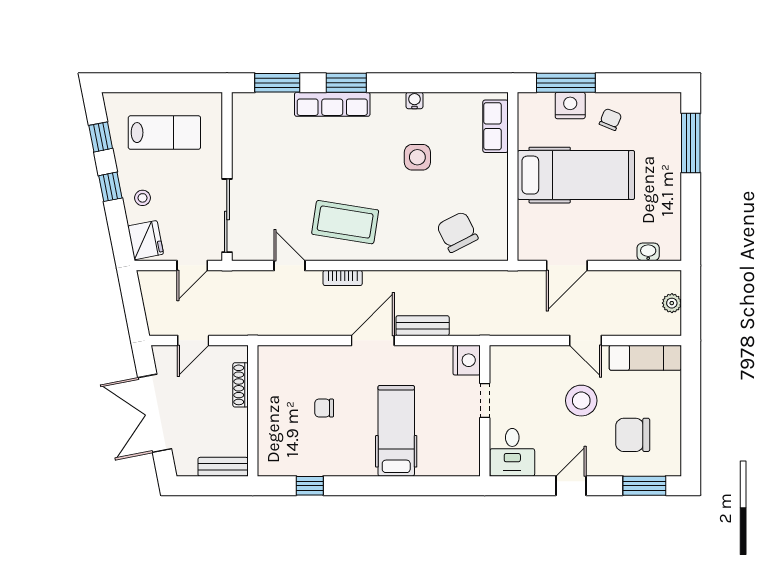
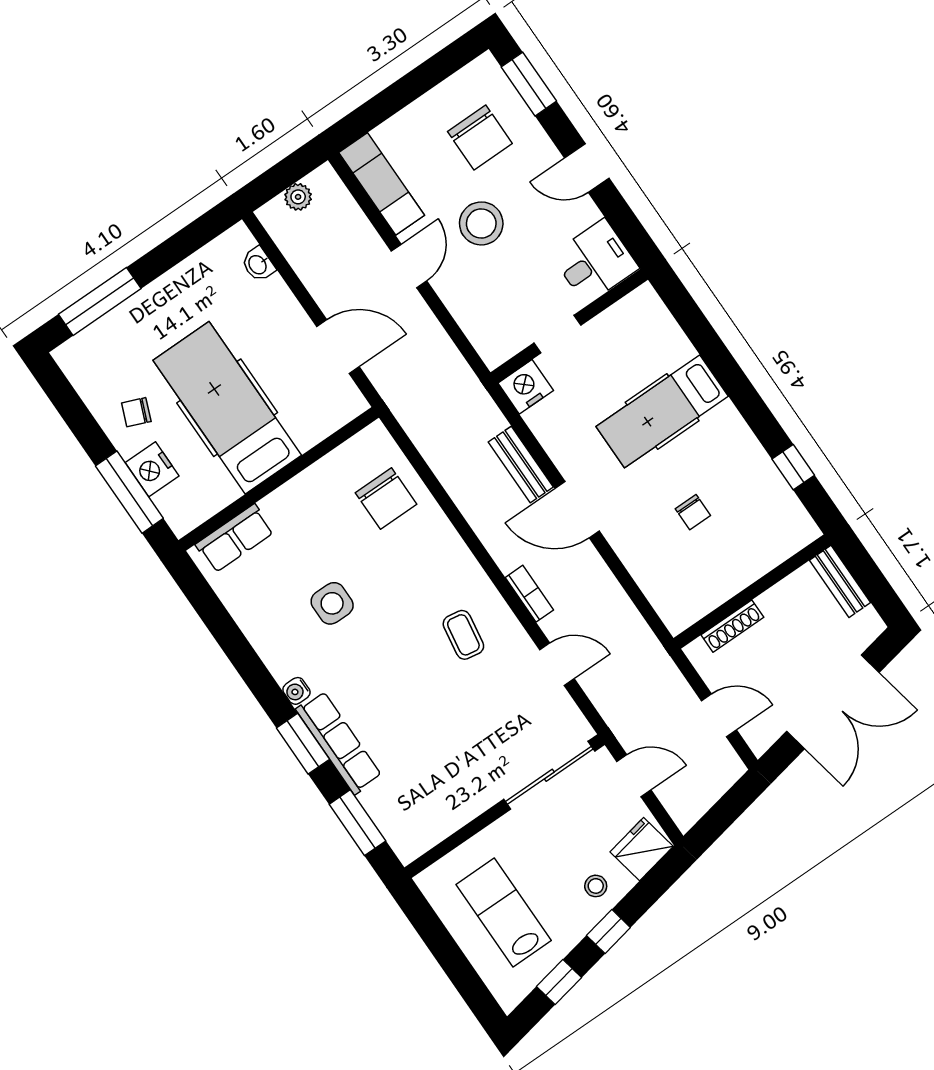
water cooler: (414, 100) -> (297, 691), moved
coffee table: (345, 222) -> (463, 635), width x0.54, depth x0.58
chair: (457, 232) -> (386, 499), turned -63
door: (290, 265) -> (557, 664), swing flipped

